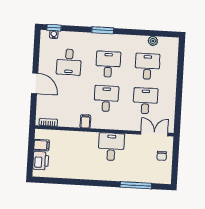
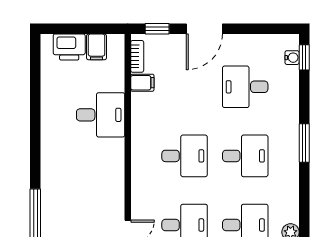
window: (33, 110) -> (157, 29), added
filing cabinet: (85, 121) -> (142, 83), moved
desk: (111, 147) -> (101, 115), moved

